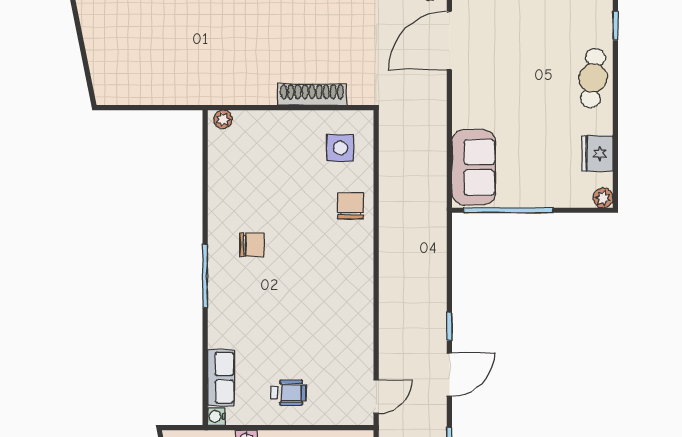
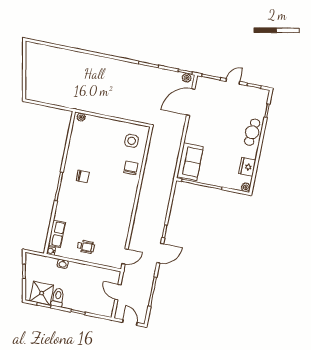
shoe rack: (312, 95) -> (124, 114), removed

